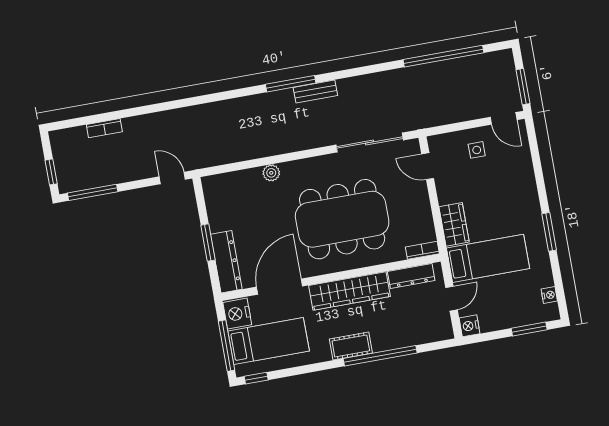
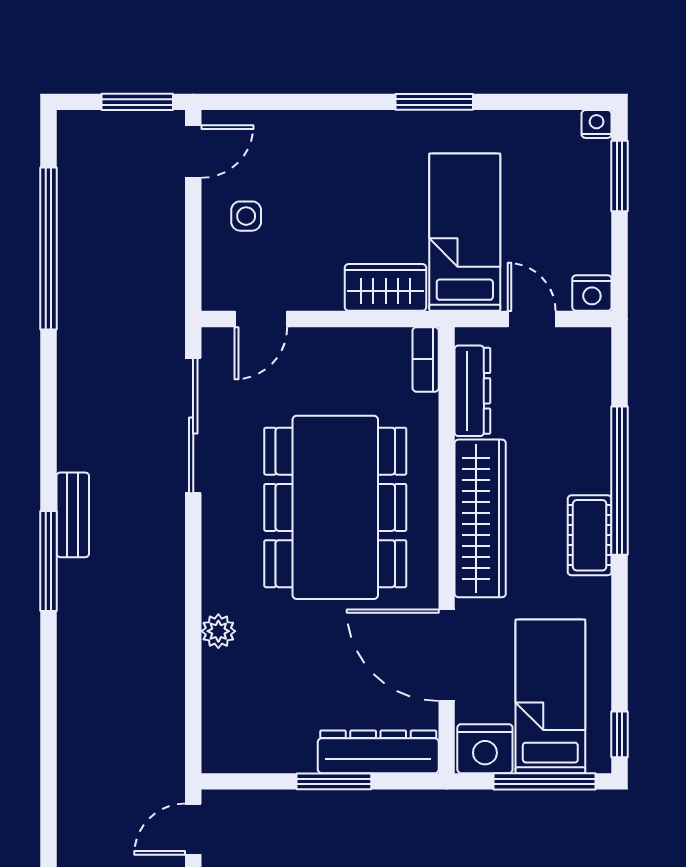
nightstand: (549, 295) -> (597, 124), moved

